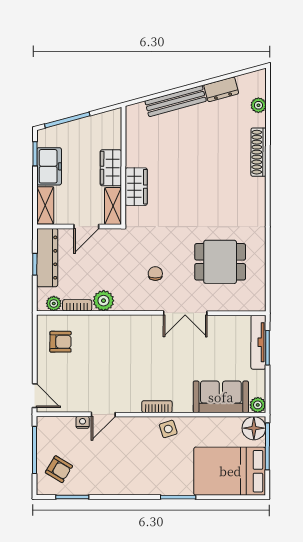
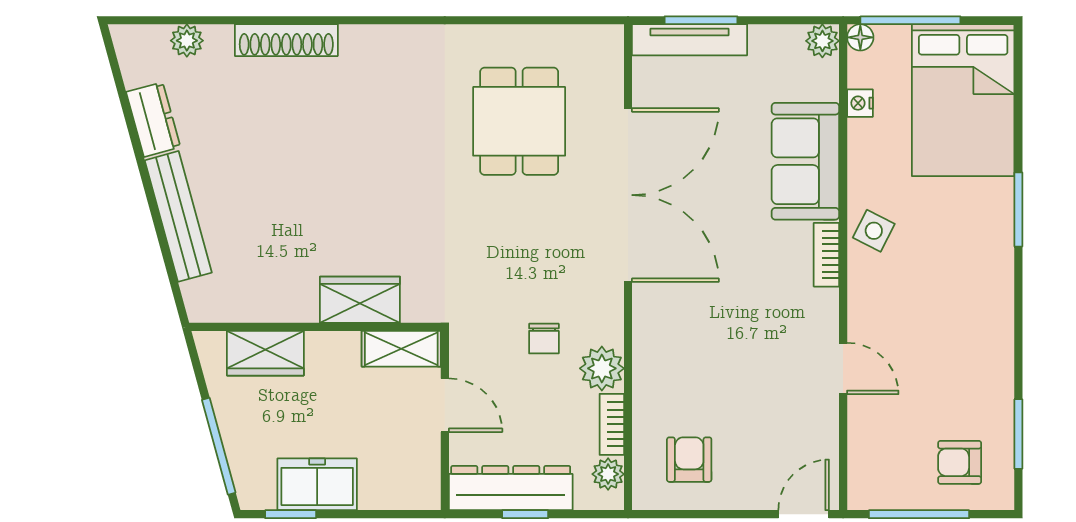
wardrobe: (111, 168) -> (265, 353), moved
shelving: (45, 205) -> (400, 492), removed
chair: (155, 274) -> (544, 339), moved, turned -90
double door: (185, 313) -> (628, 195), width x1.87
sofa: (221, 397) -> (805, 161), moved
nightstand: (83, 422) -> (860, 103), moved
floor lamp: (254, 428) -> (860, 37), width x0.53, depth x0.53
side table: (168, 429) -> (874, 231), turned 45
armchair: (59, 469) -> (960, 462), turned -121

